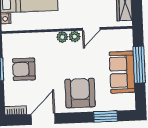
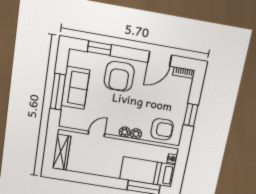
plant: (75, 37) -> (136, 134), moved
armchair: (24, 69) -> (162, 129), moved

